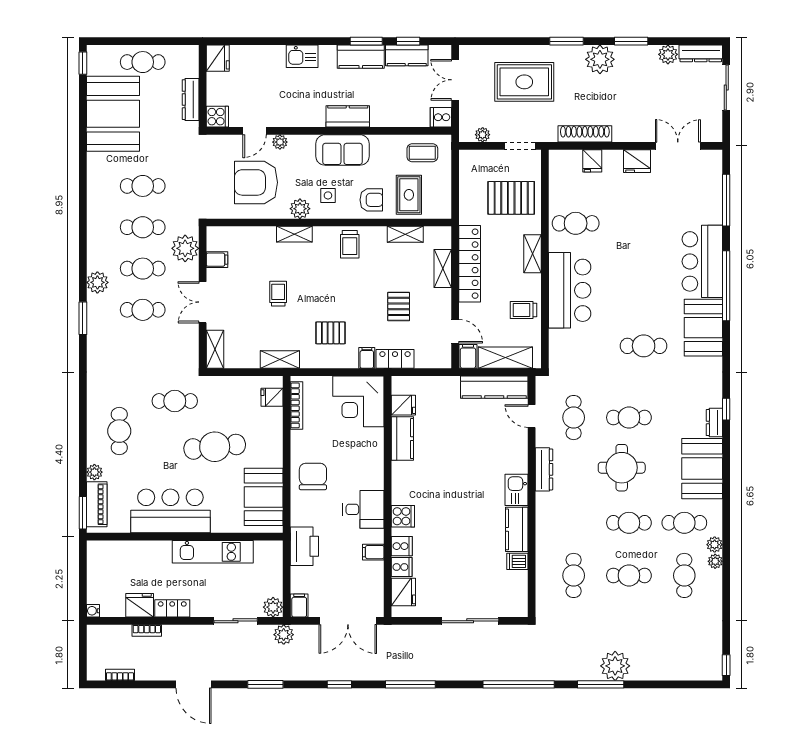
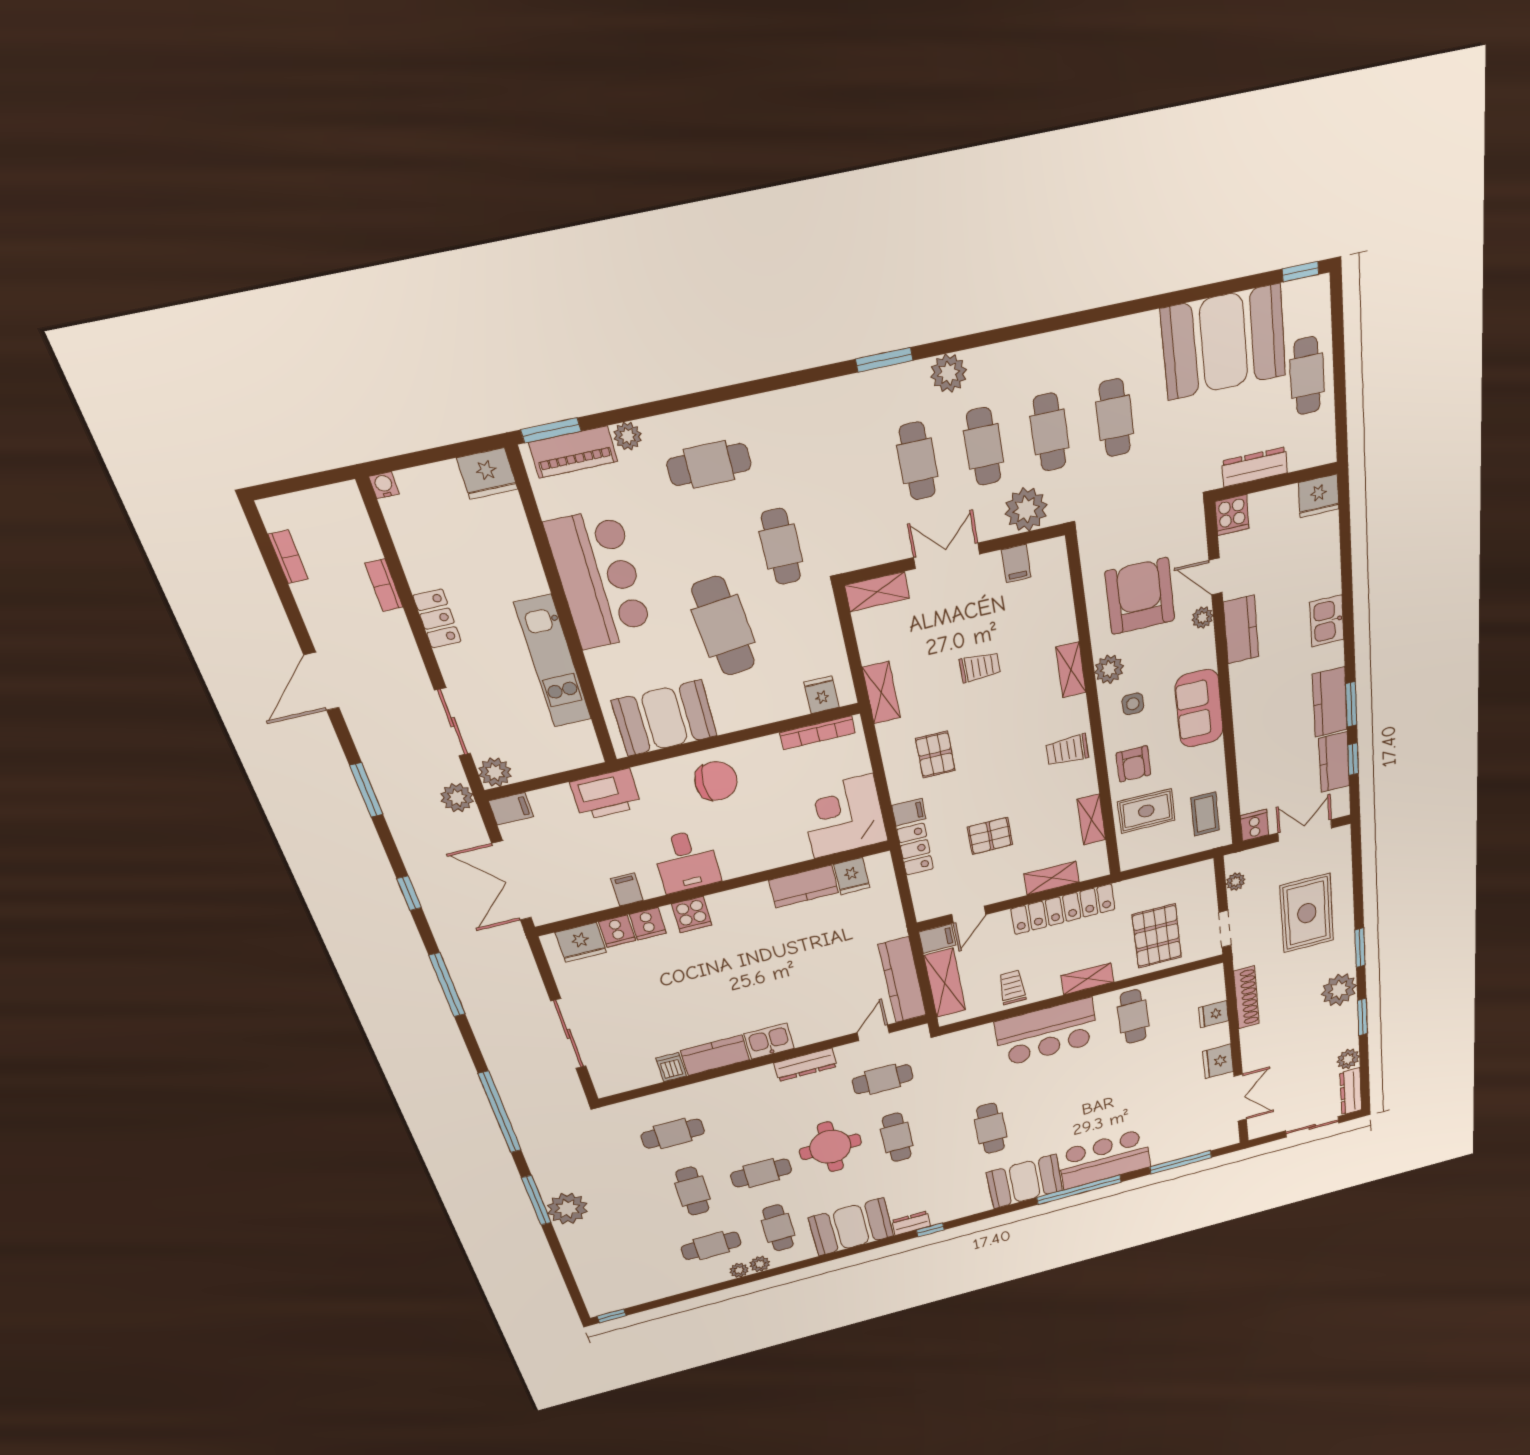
kitchen counter: (348, 116) -> (1241, 630), moved
cafe table: (629, 523) -> (761, 1173), turned 90
fridge: (140, 605) -> (487, 474), moved, turned 90

